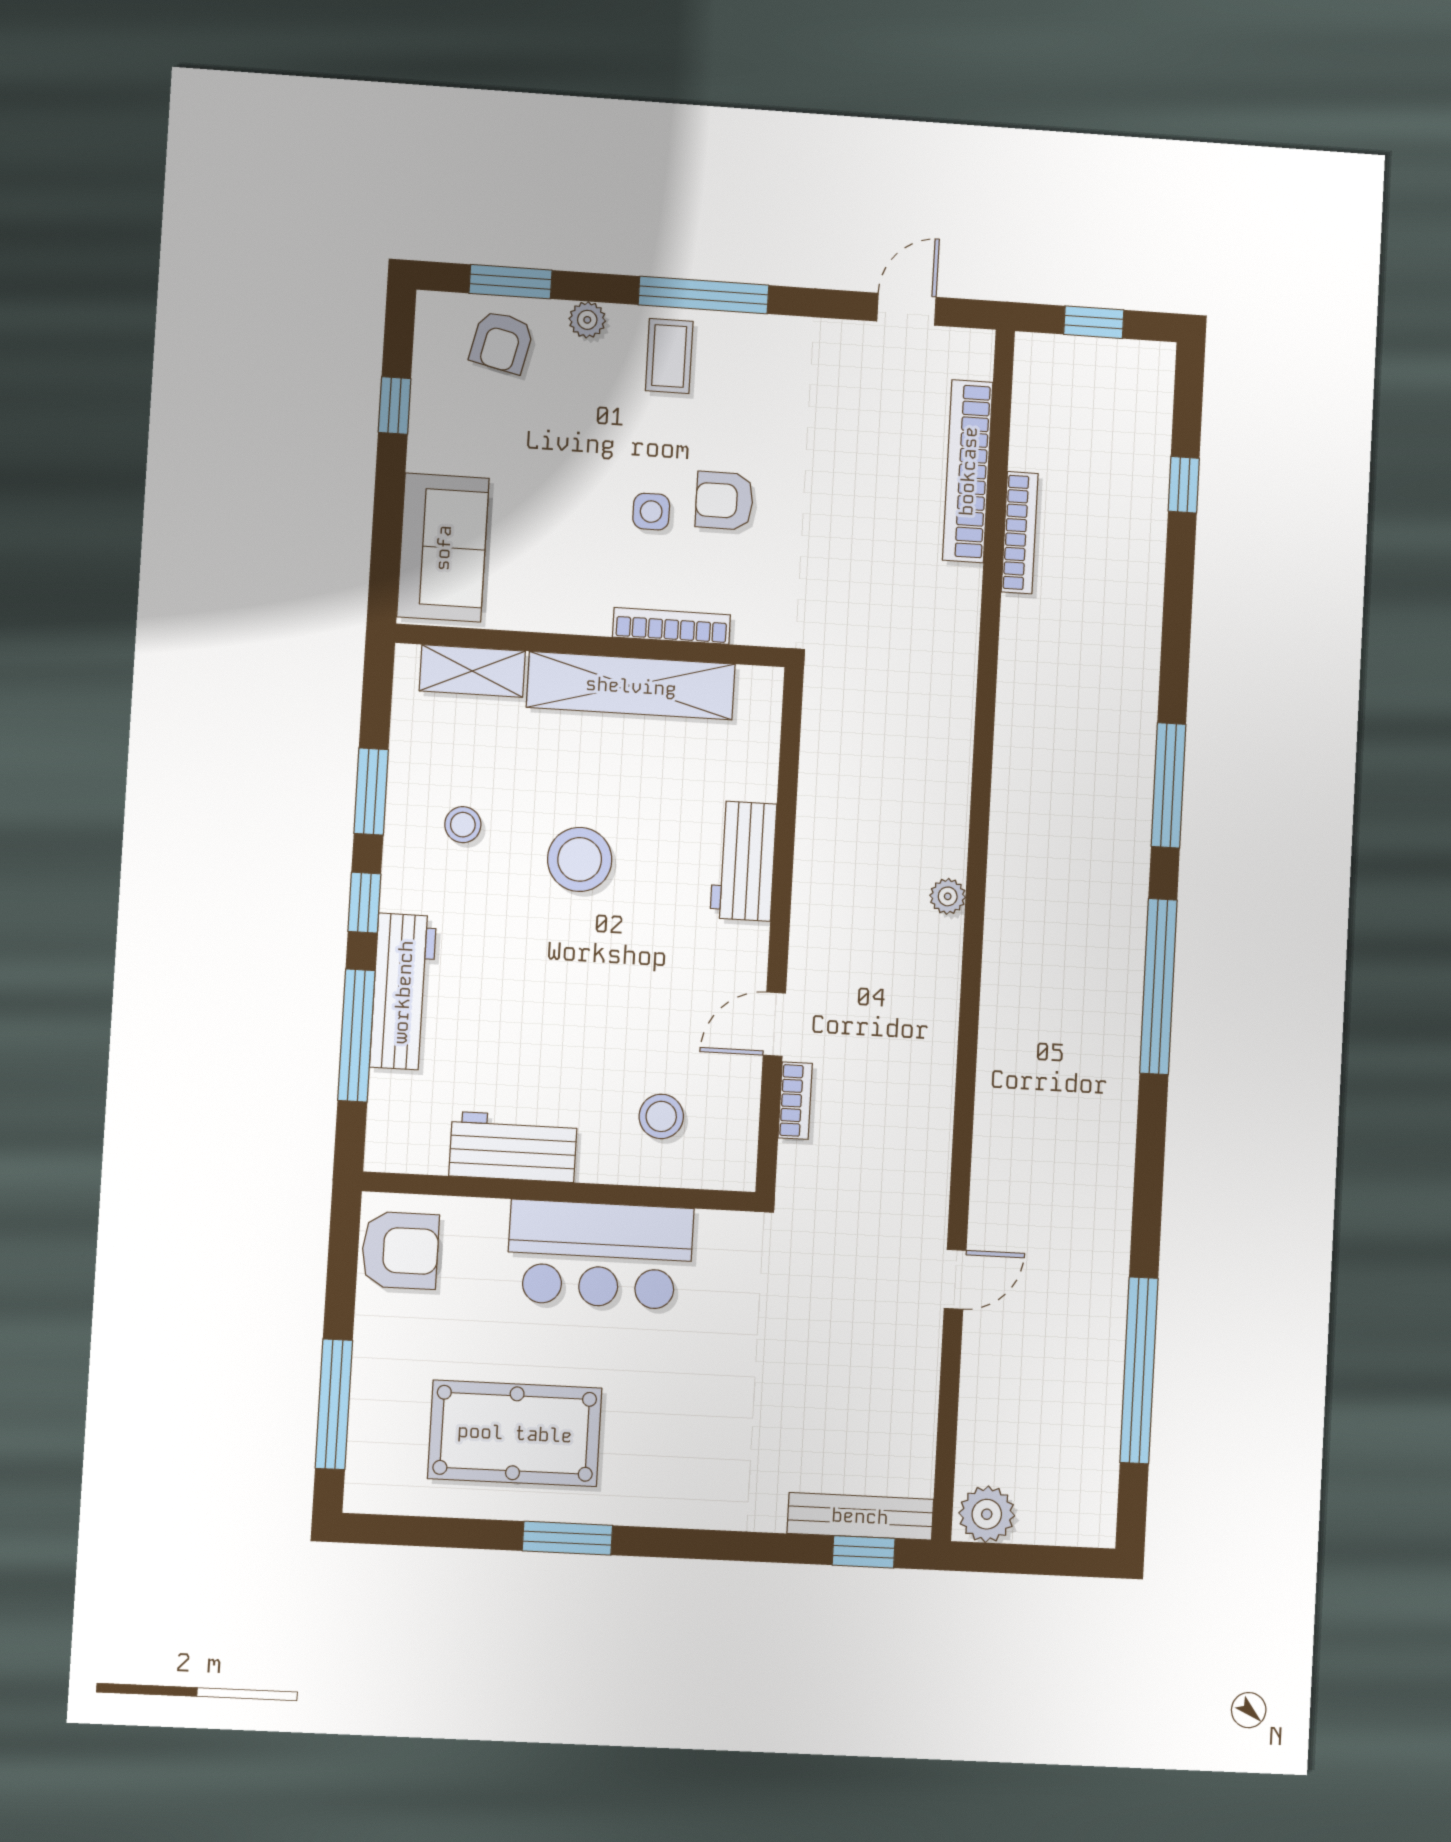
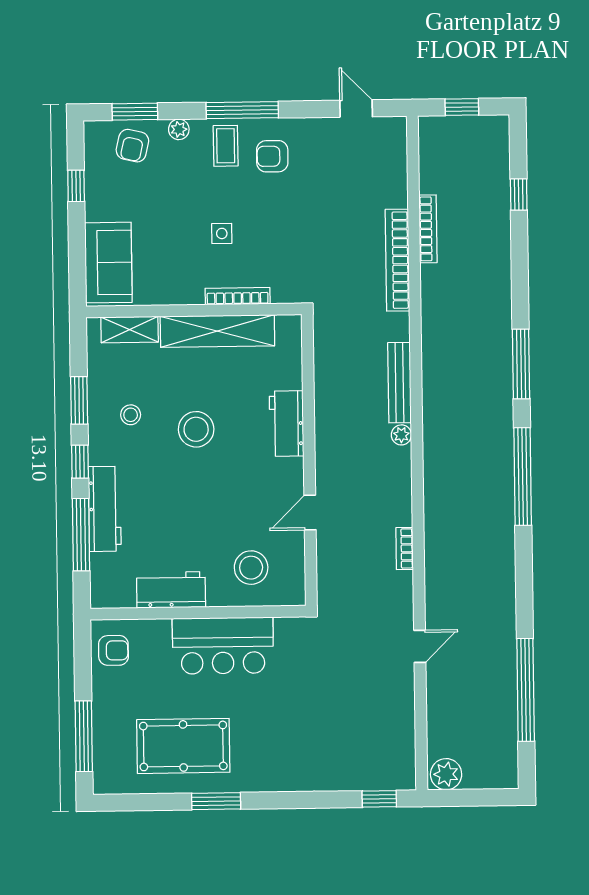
door: (906, 309) -> (356, 109), hinge flipped
bookcase: (968, 471) -> (397, 260), moved
armchair: (724, 501) -> (272, 156), moved
bookcase: (795, 1101) -> (405, 548), moved, turned 180
stool: (661, 1116) -> (251, 568), width x1.38, depth x1.38
armchair: (400, 1250) -> (113, 650), width x0.72, depth x0.72
bench: (860, 1516) -> (399, 383), moved, turned 90

